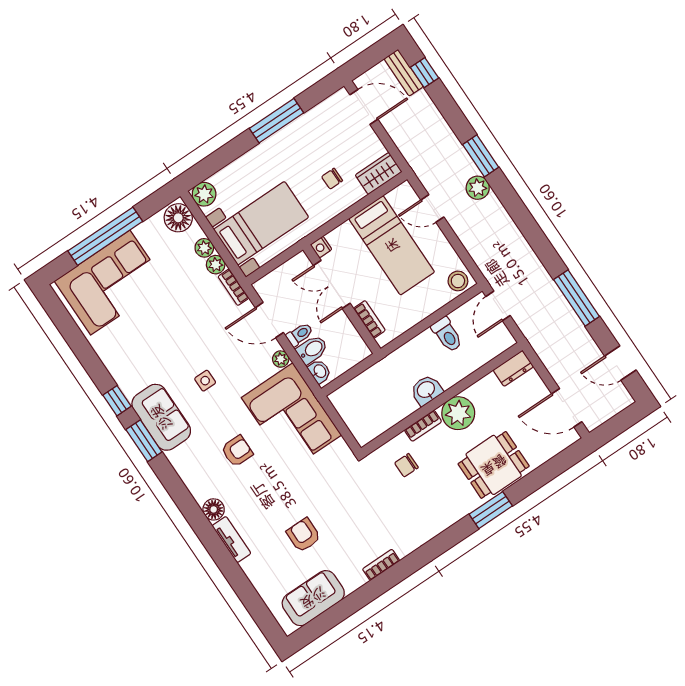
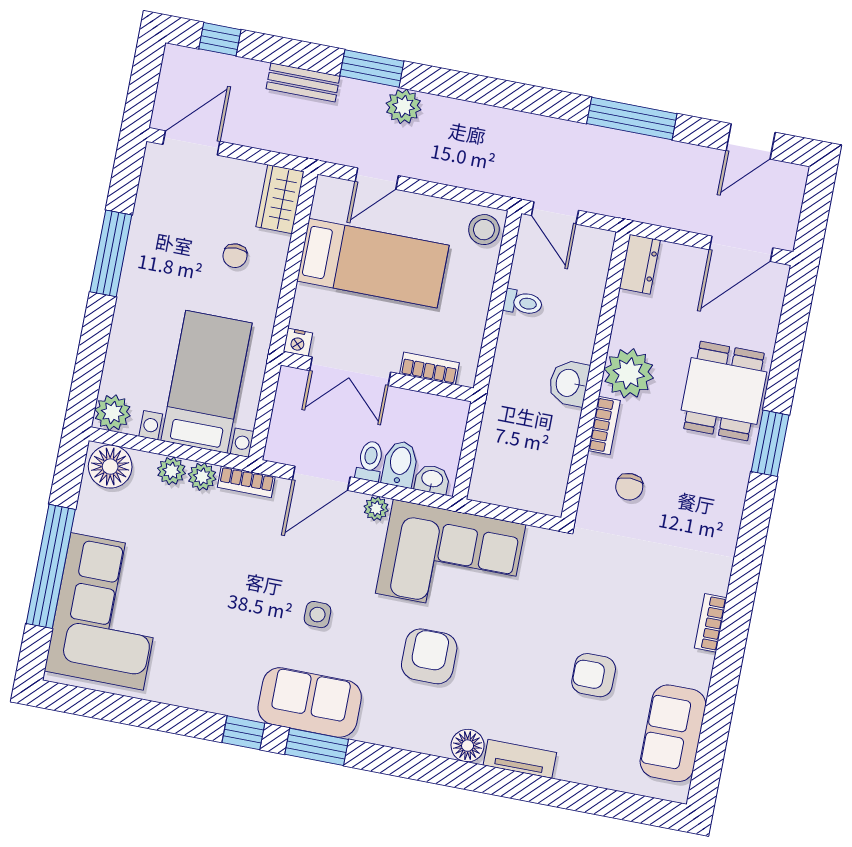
bench: (404, 73) -> (303, 82), moved
toilet: (447, 335) -> (523, 303), width x0.73, depth x0.72
armchair: (237, 451) -> (429, 656), width x1.38, depth x1.38

